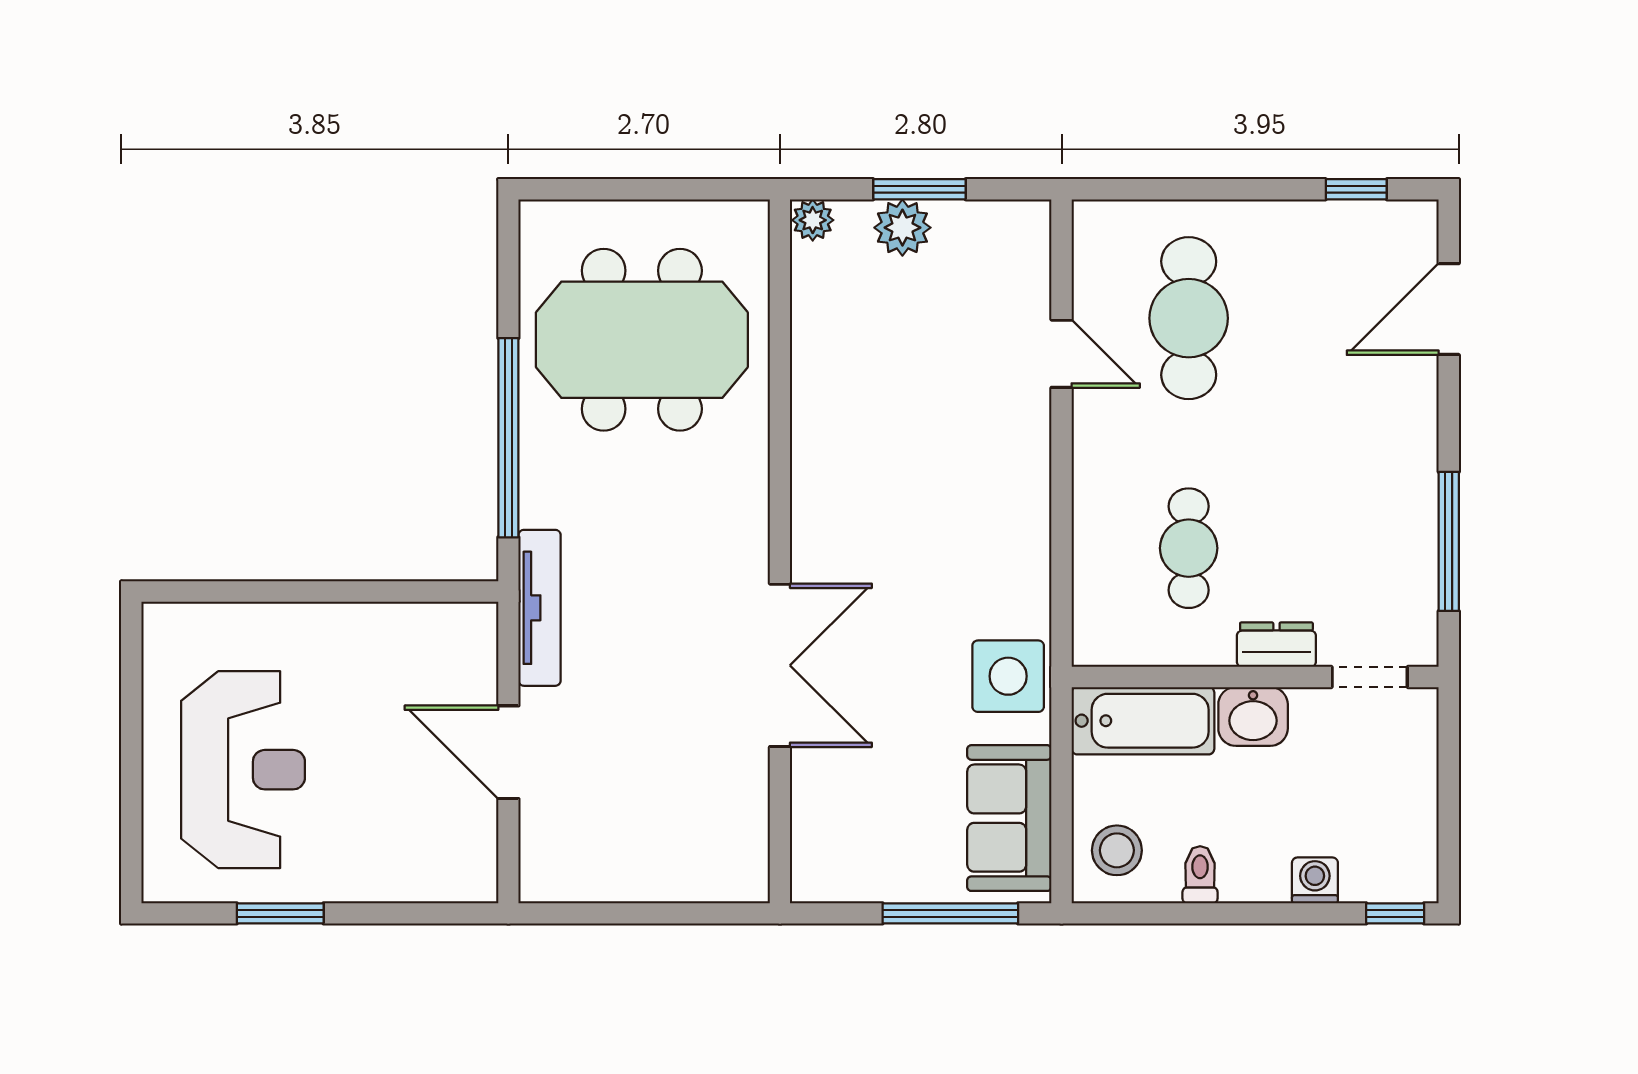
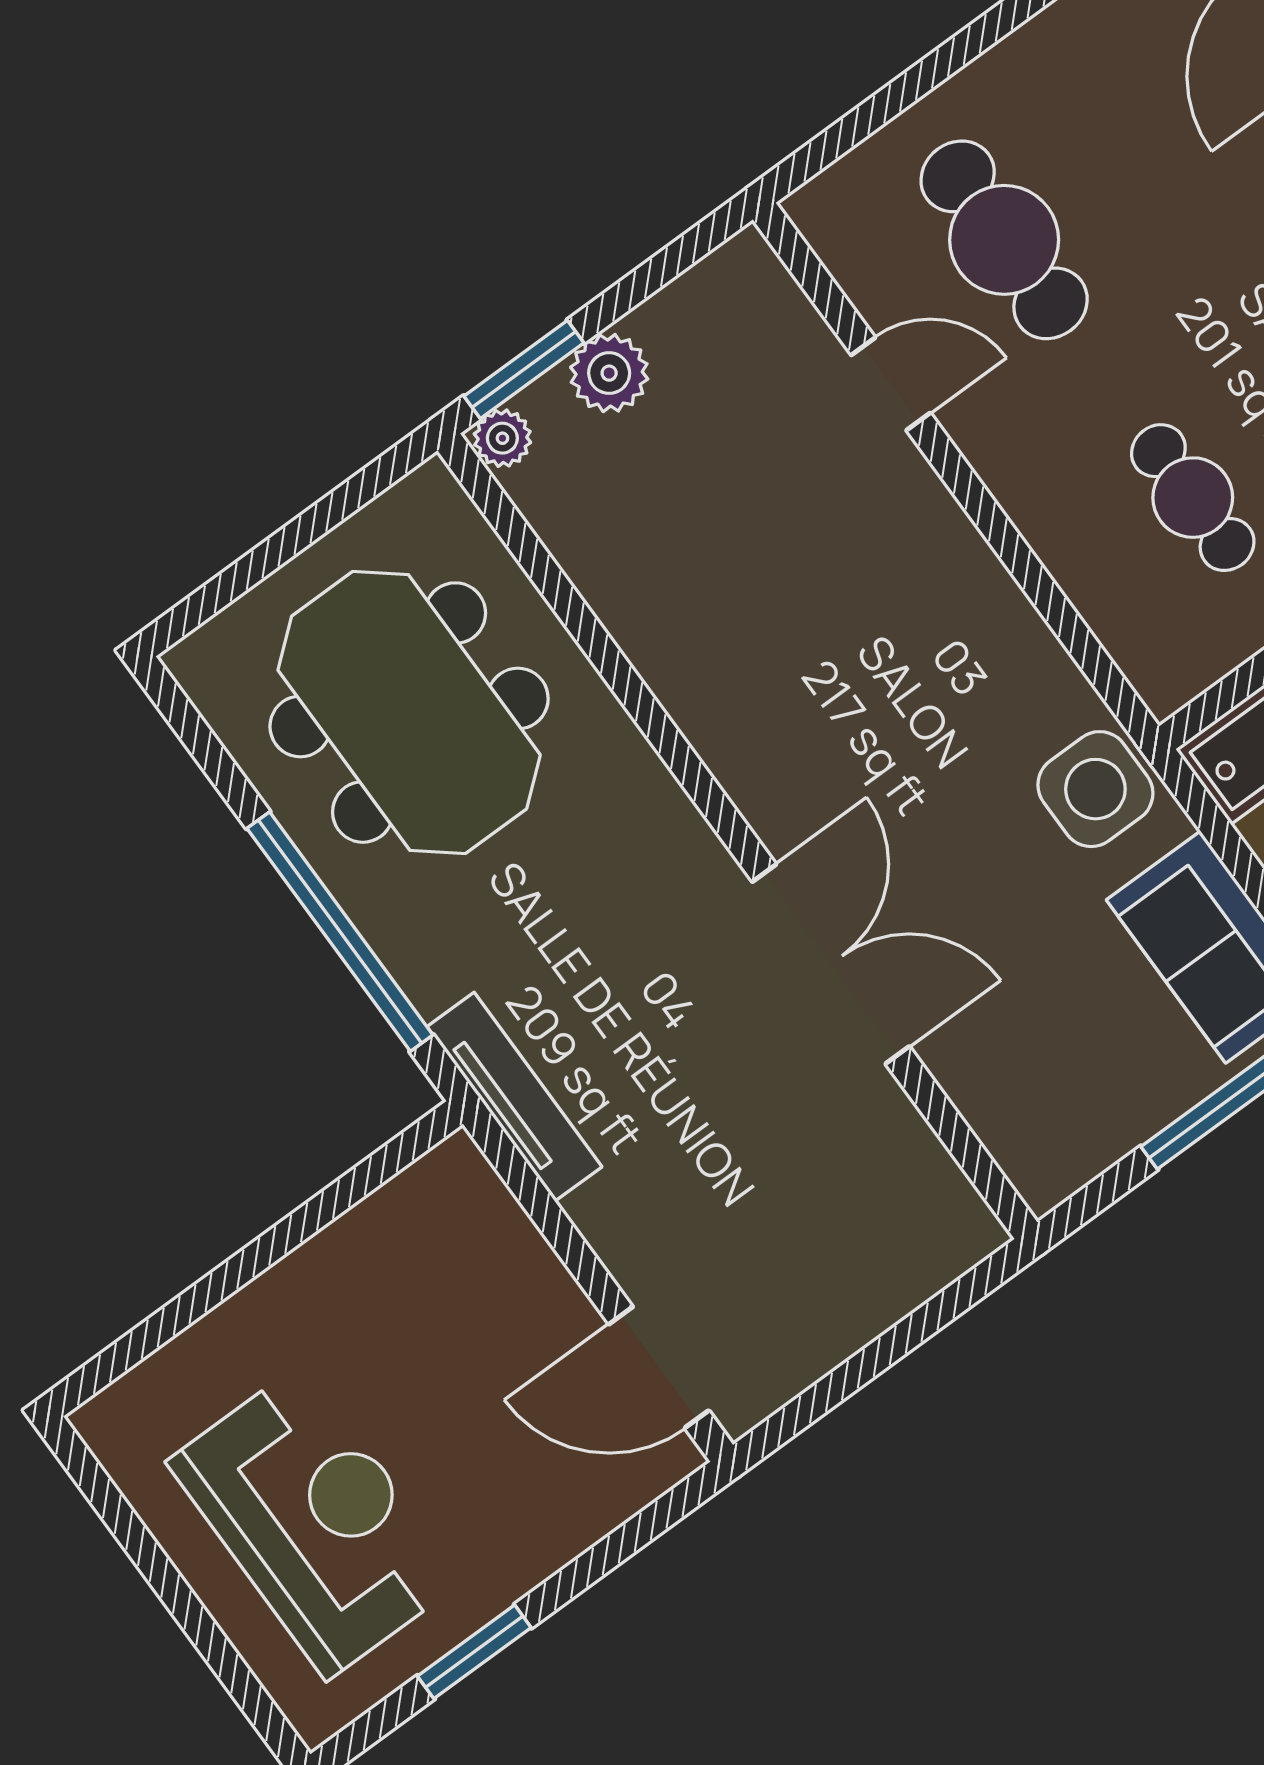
window: (919, 189) -> (524, 370), moved
meeting table: (642, 340) -> (409, 713), turned 90
door: (508, 752) -> (659, 1367), moved

